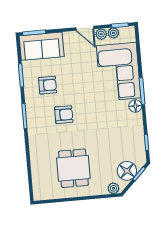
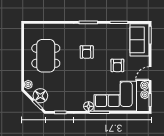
armchair: (48, 85) -> (117, 65), moved
dining table: (73, 168) -> (46, 56), width x1.38

